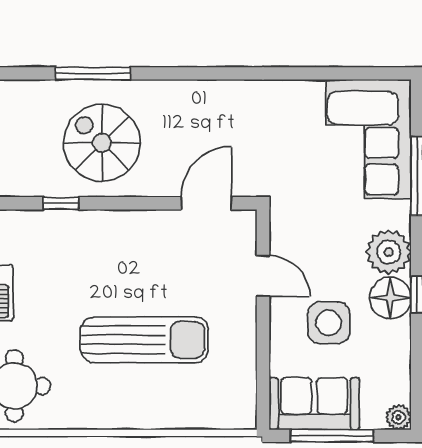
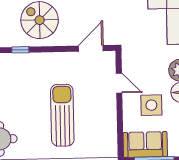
sun lounger: (145, 340) -> (62, 115), turned -90

